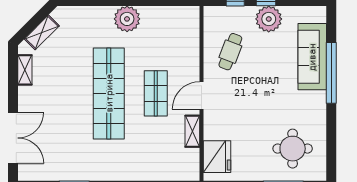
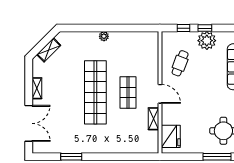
plant: (127, 19) -> (104, 36), width x0.53, depth x0.53
shelving: (25, 70) -> (37, 88), moved
door: (201, 95) -> (160, 94), swing flipped

